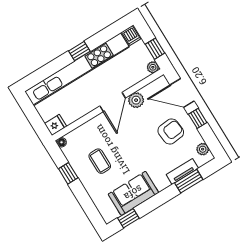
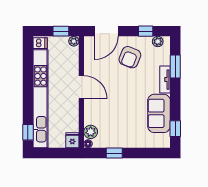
window: (79, 51) -> (28, 132), moved
plant: (136, 100) -> (91, 132), moved
window: (198, 118) -> (146, 31), moved
armchair: (171, 131) -> (130, 57), turned -152
coffee table: (100, 161) -> (120, 124), removed
tv unit: (182, 171) -> (165, 80), moved

